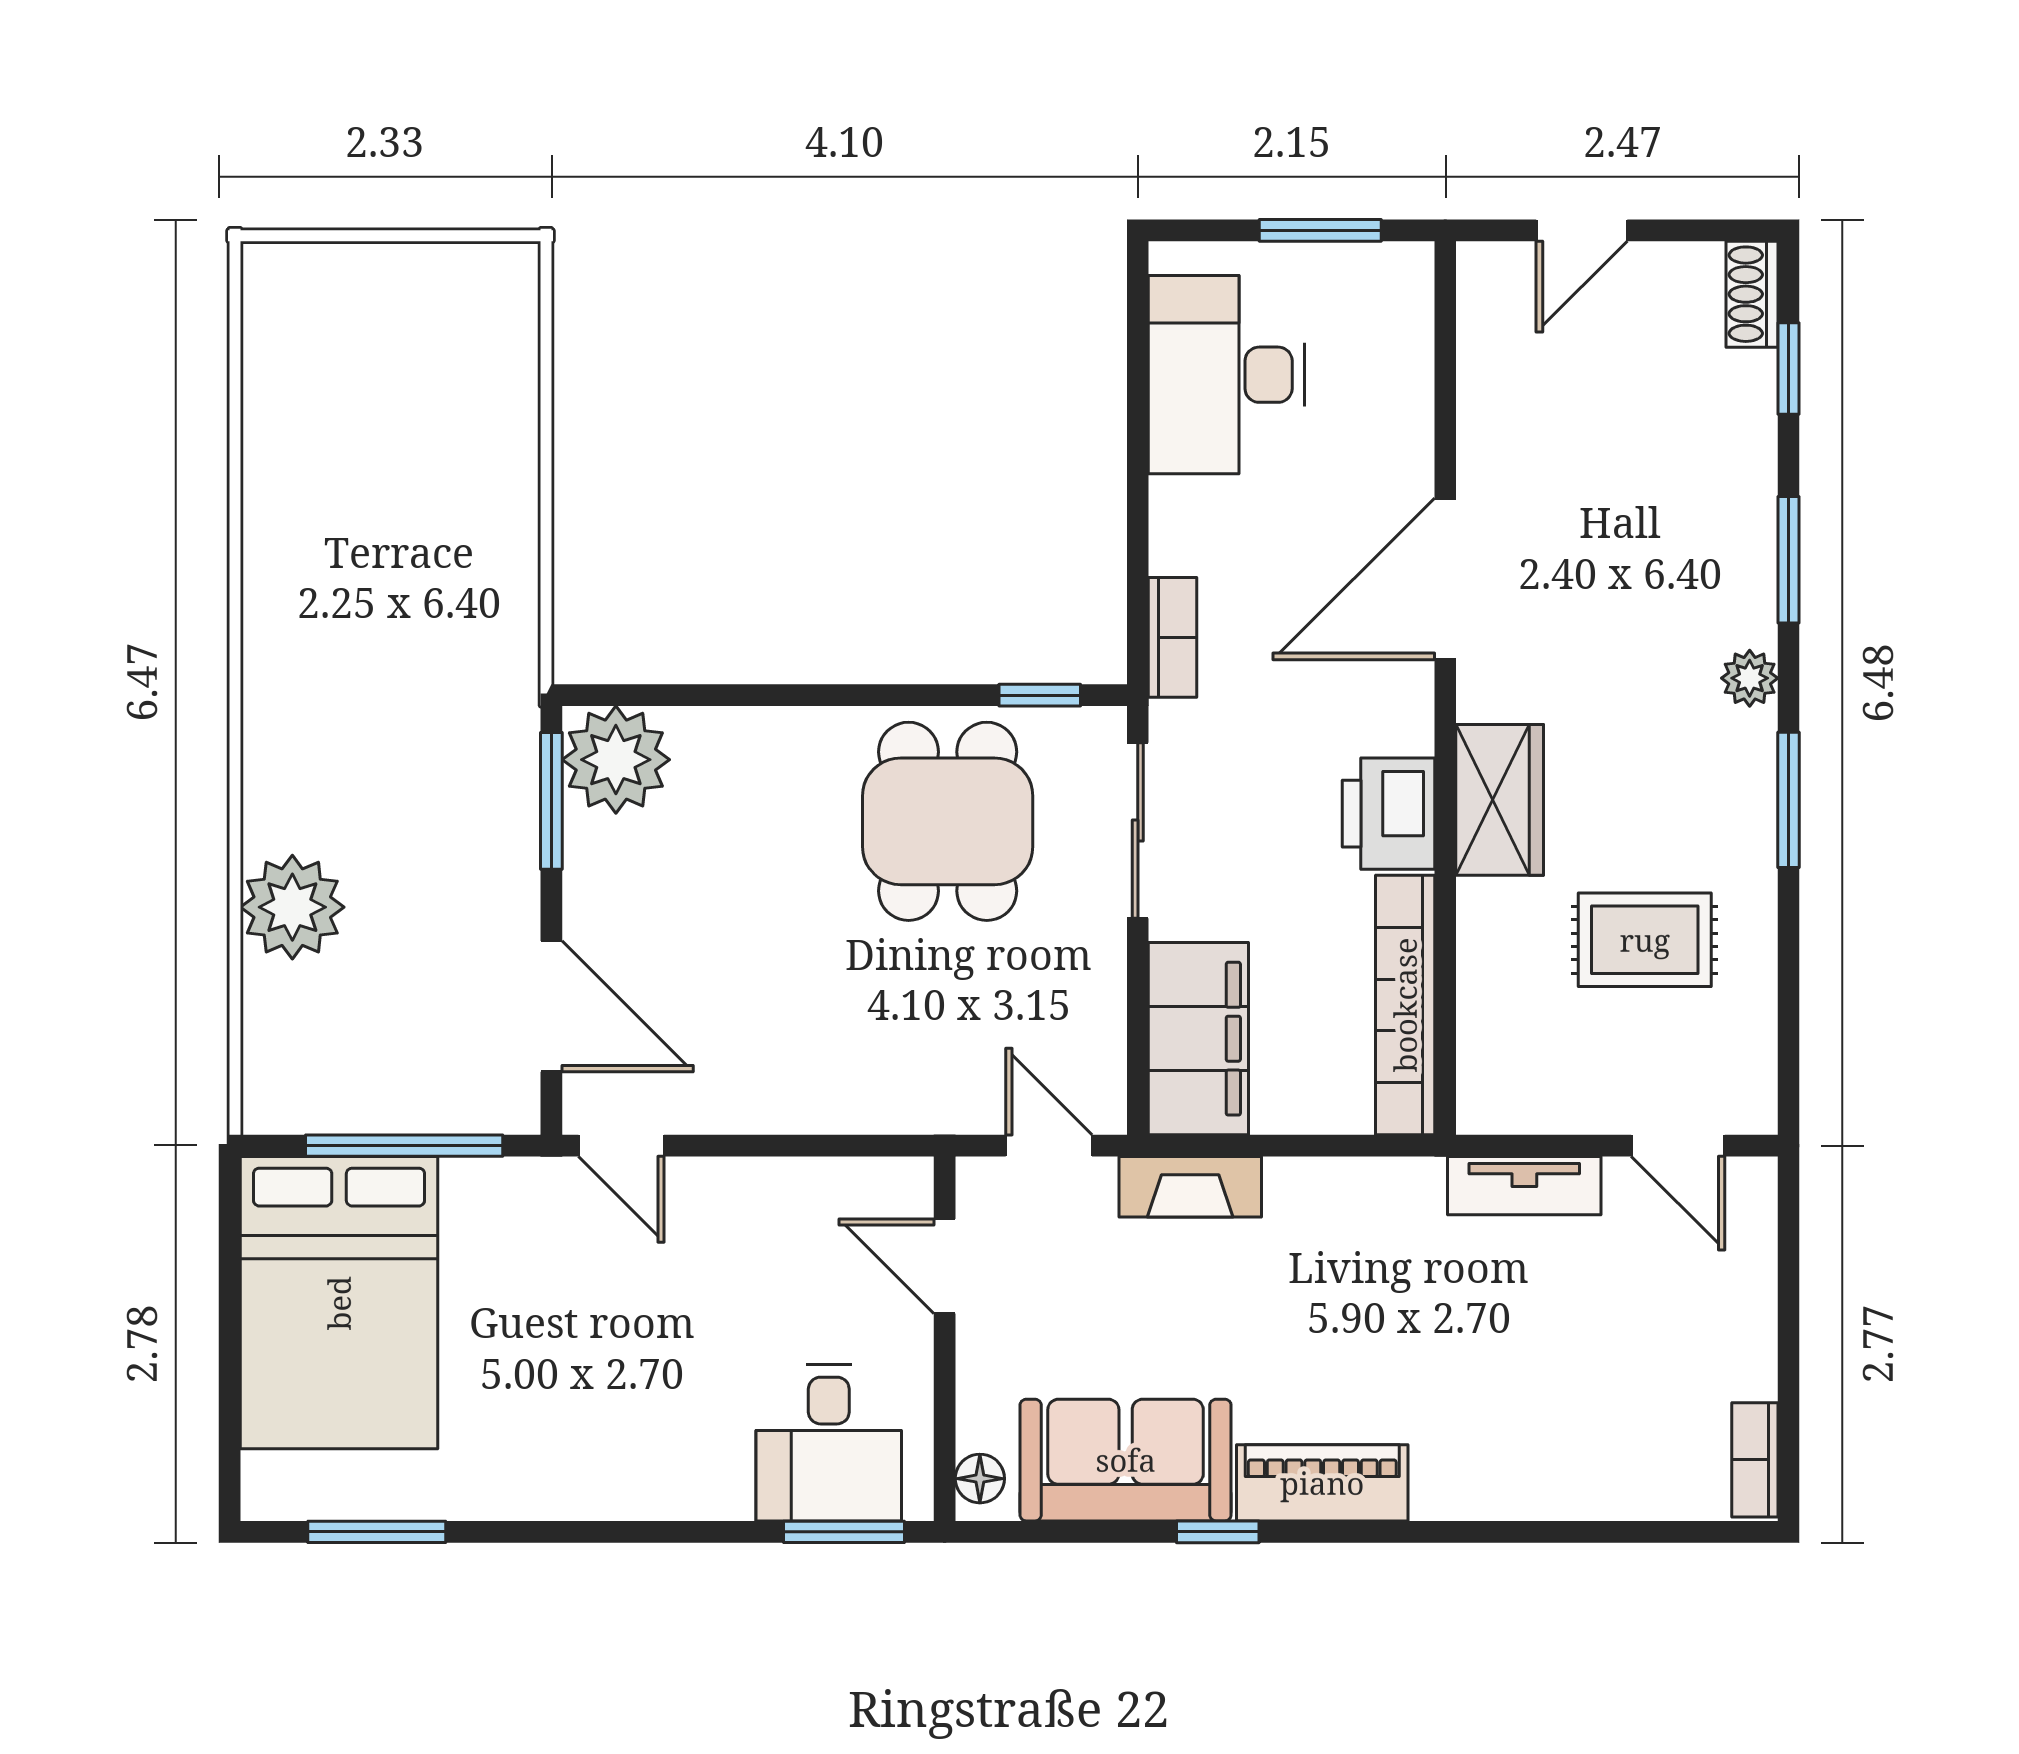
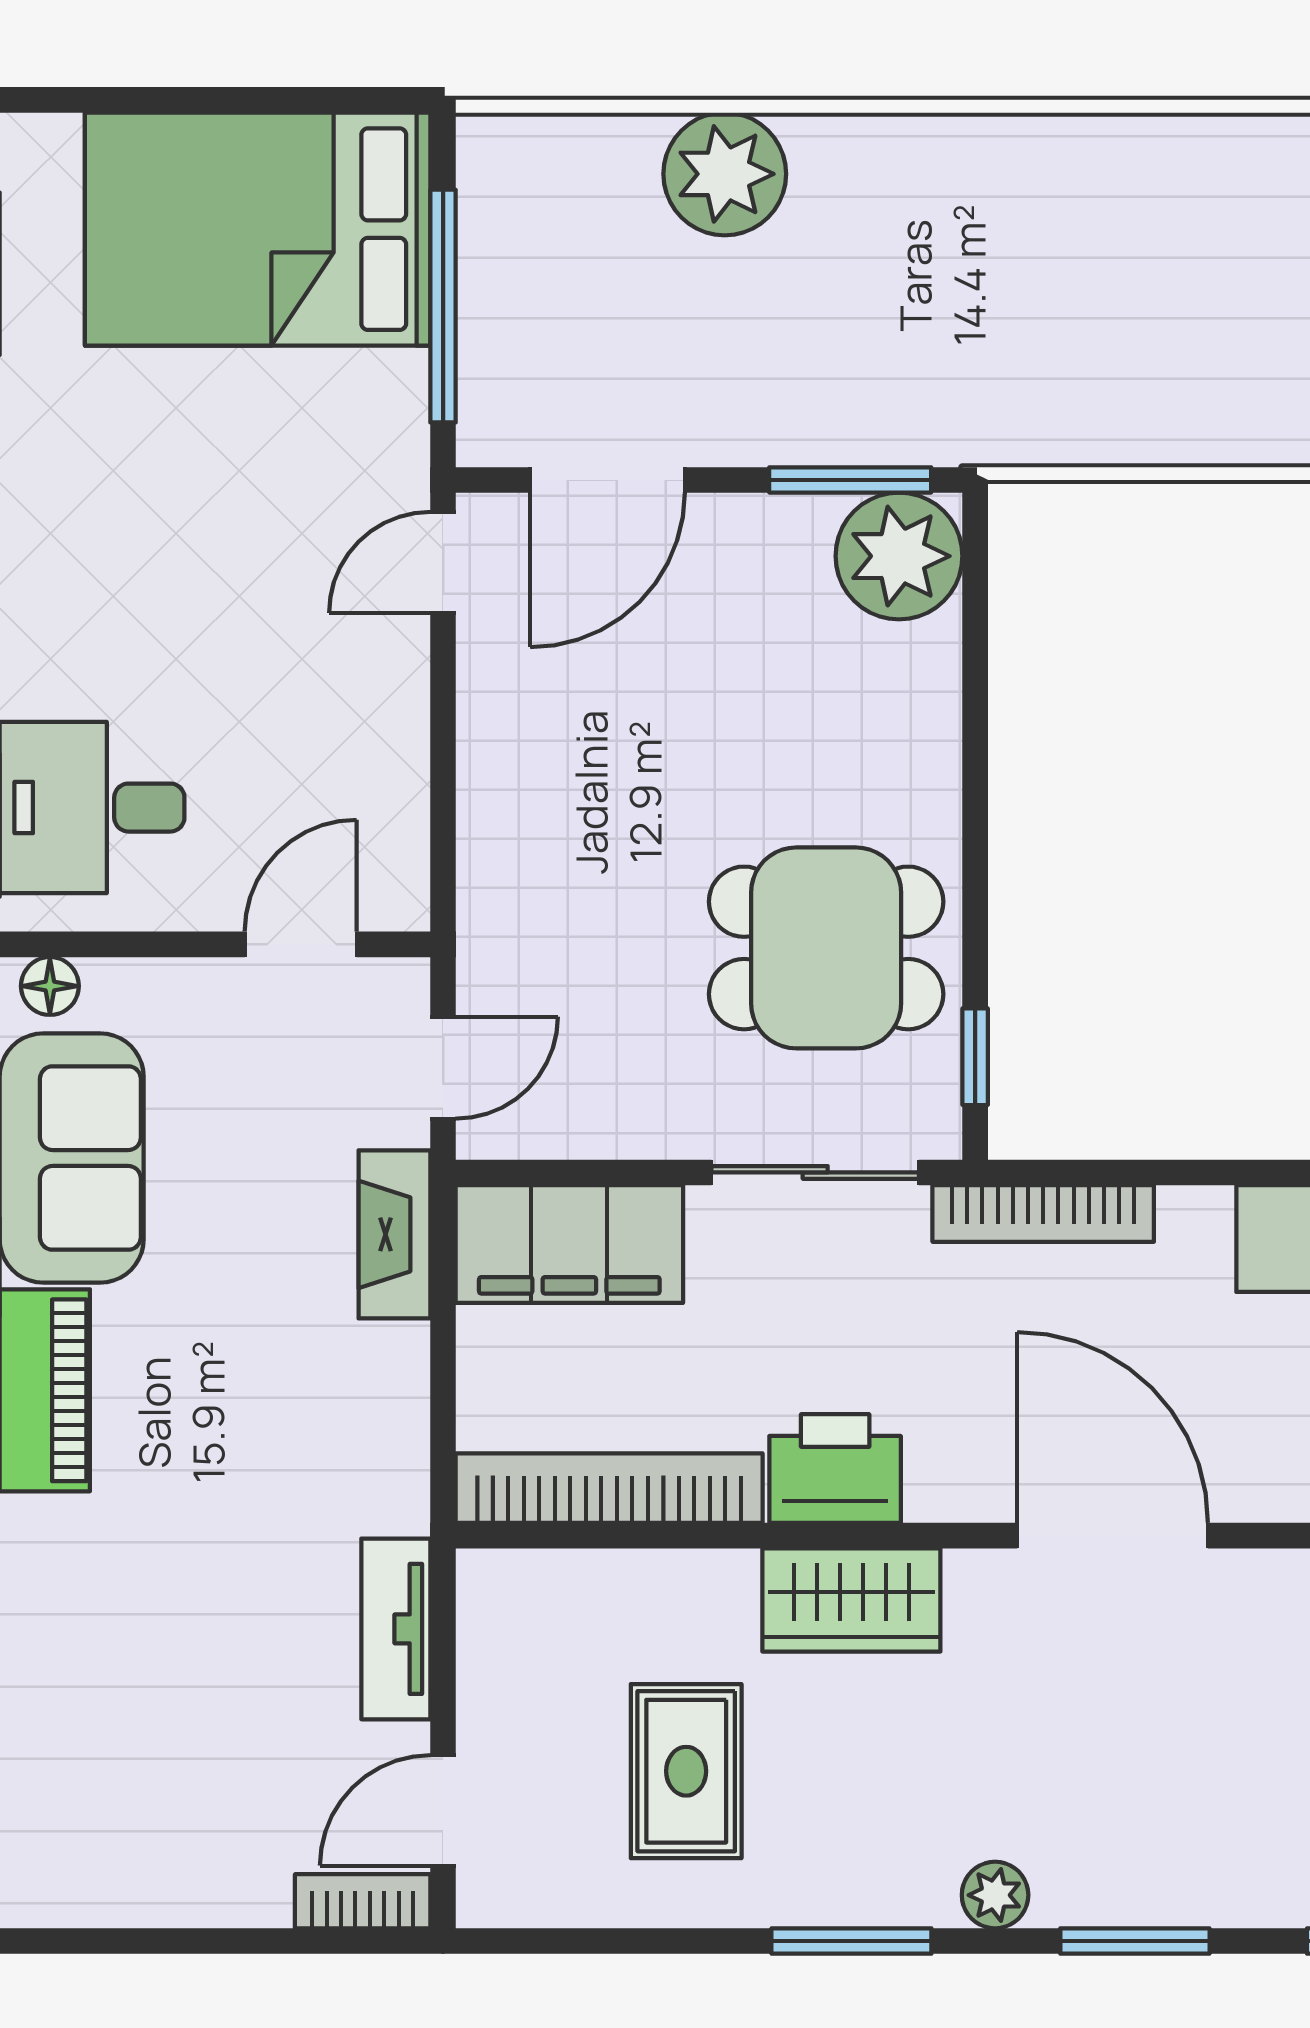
bookcase: (1172, 637) -> (1043, 1213), width x1.56
bookcase: (1755, 1460) -> (363, 1901), moved

